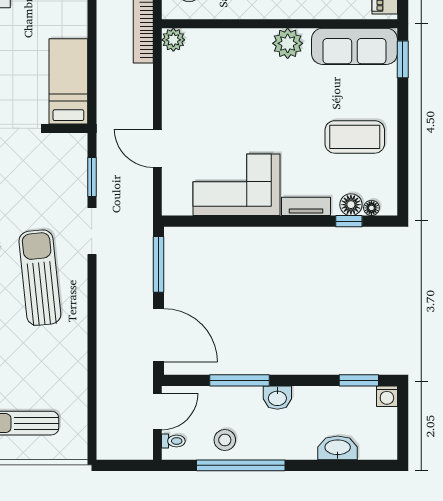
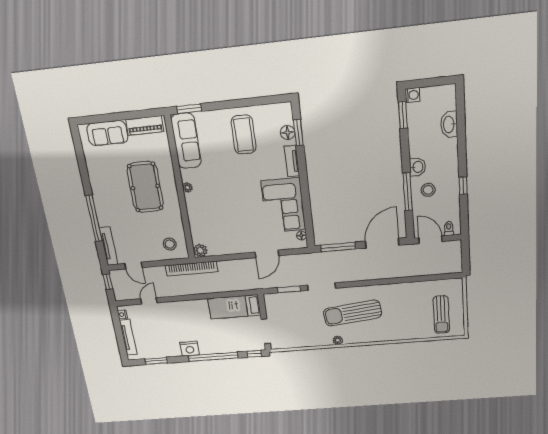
plant: (288, 43) -> (188, 188), width x0.53, depth x0.53
floor lamp: (371, 208) -> (302, 235), moved
window: (349, 221) -> (298, 133), width x1.50
stool: (225, 440) -> (428, 190), moved
window: (241, 465) -> (463, 186), width x0.32

